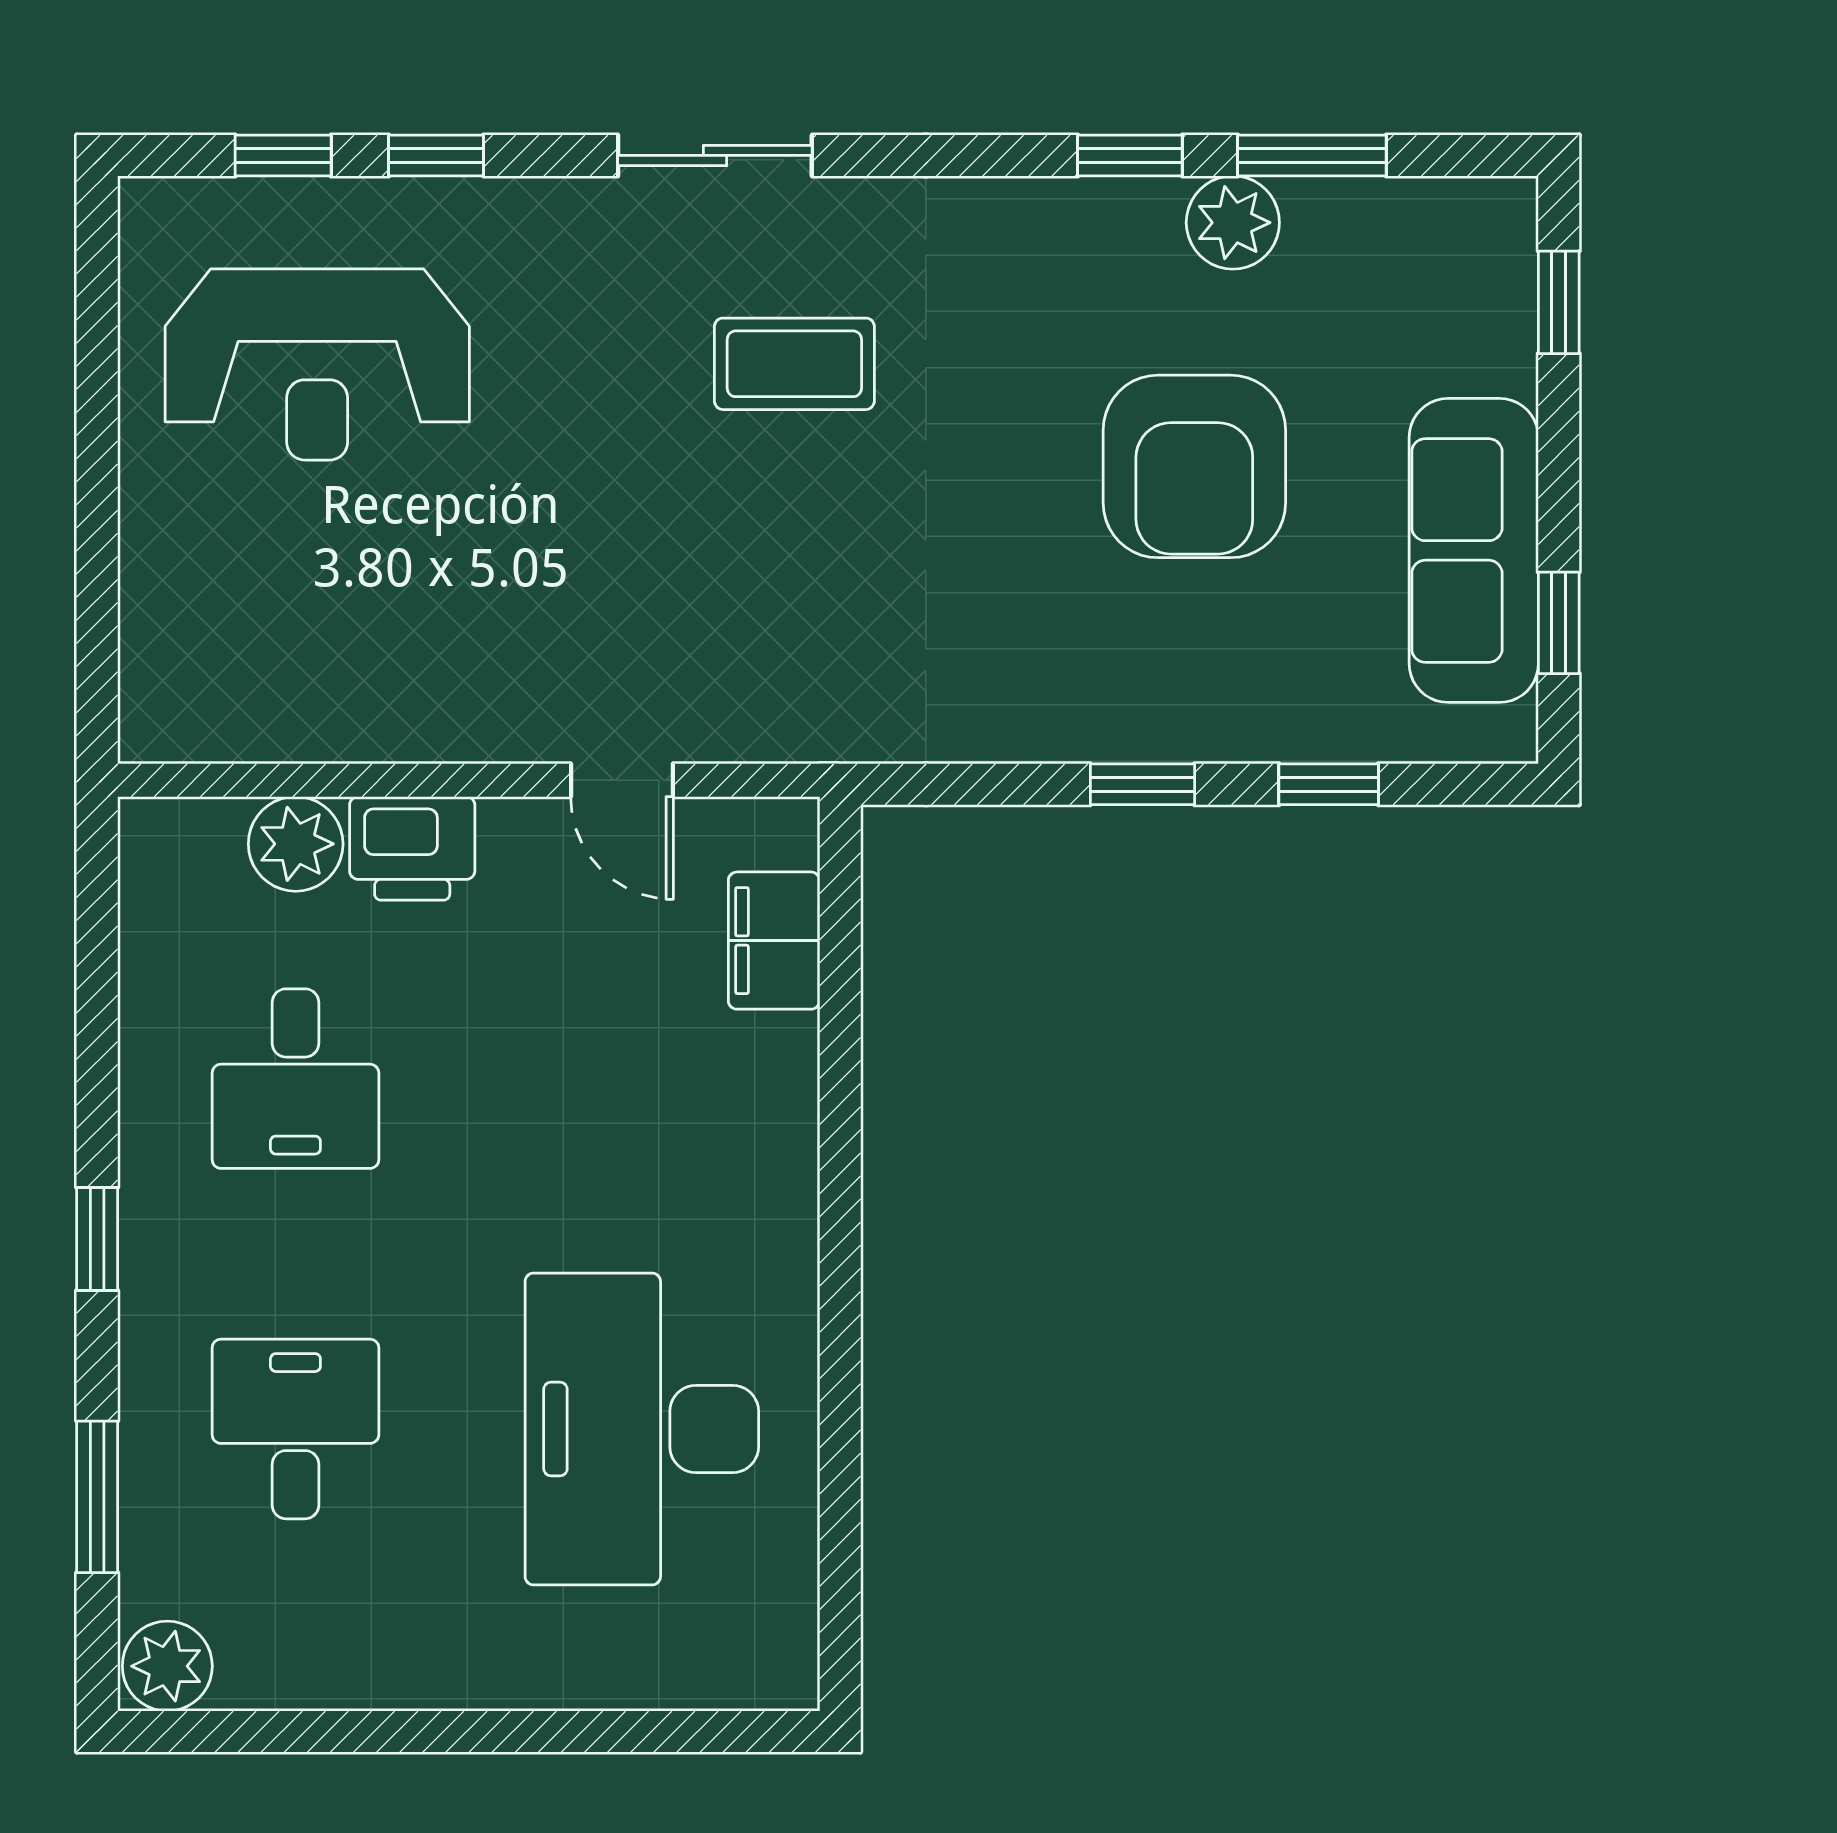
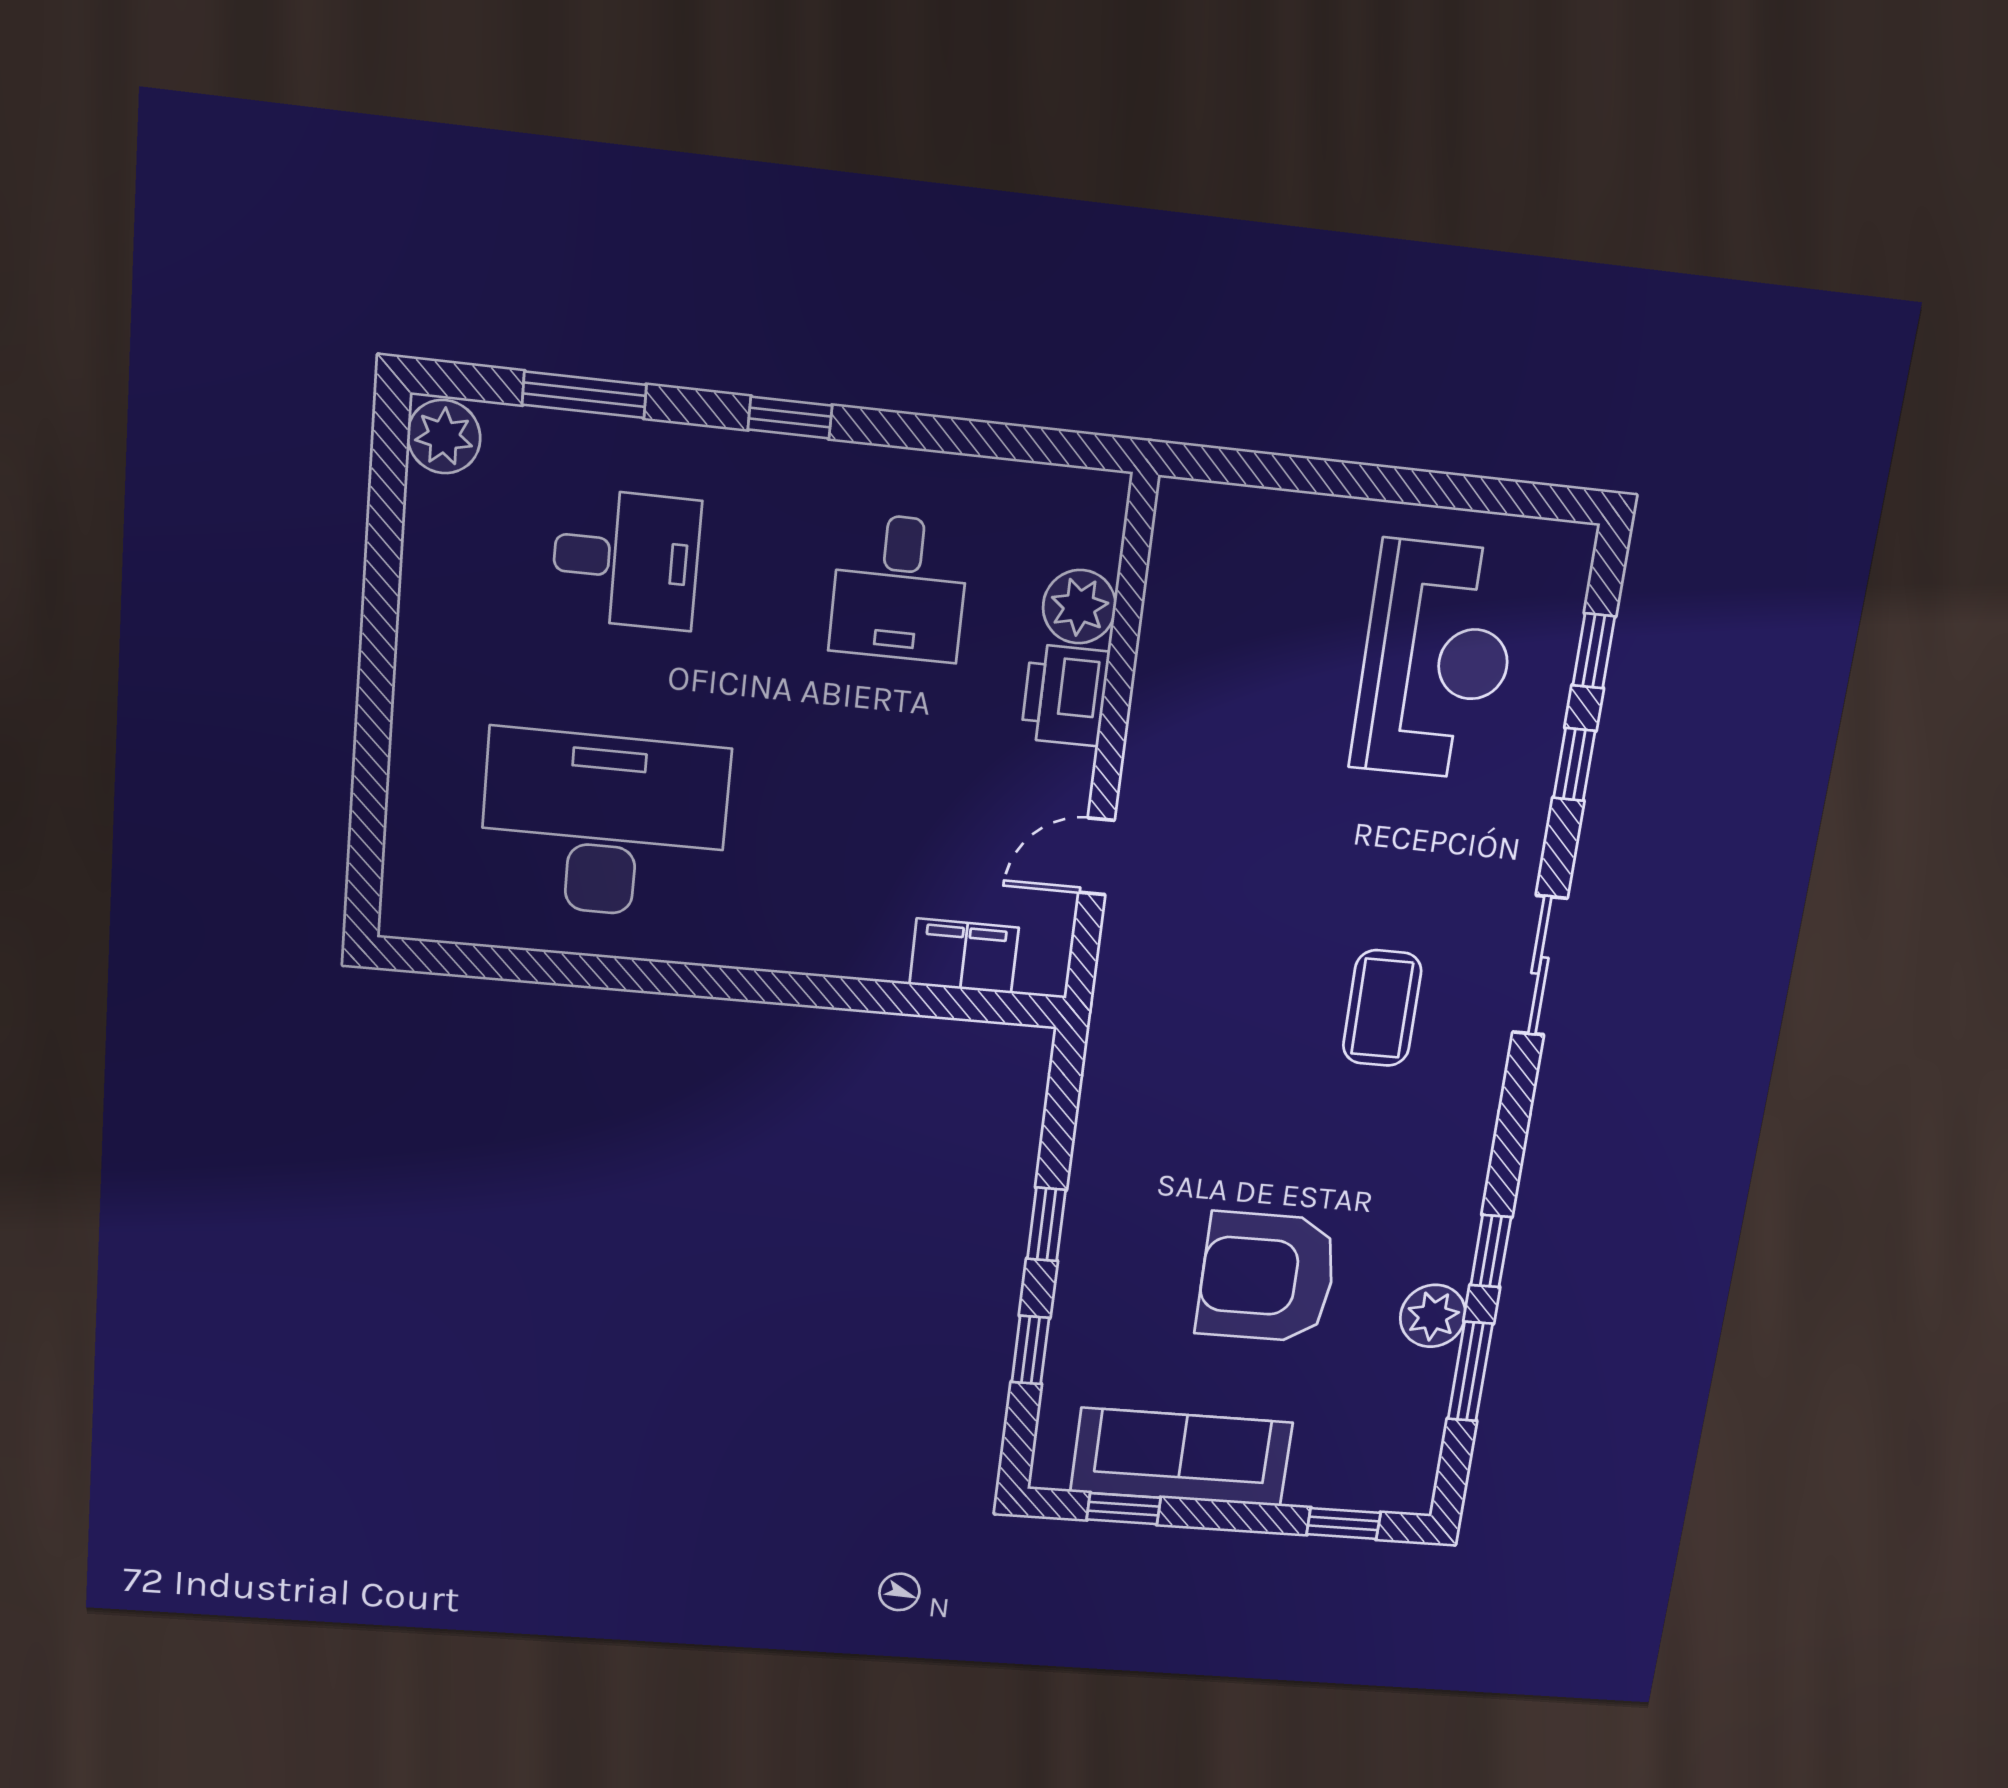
reception desk: (317, 364) -> (1436, 660), turned 180
desk: (295, 1079) -> (900, 588), turned -90

